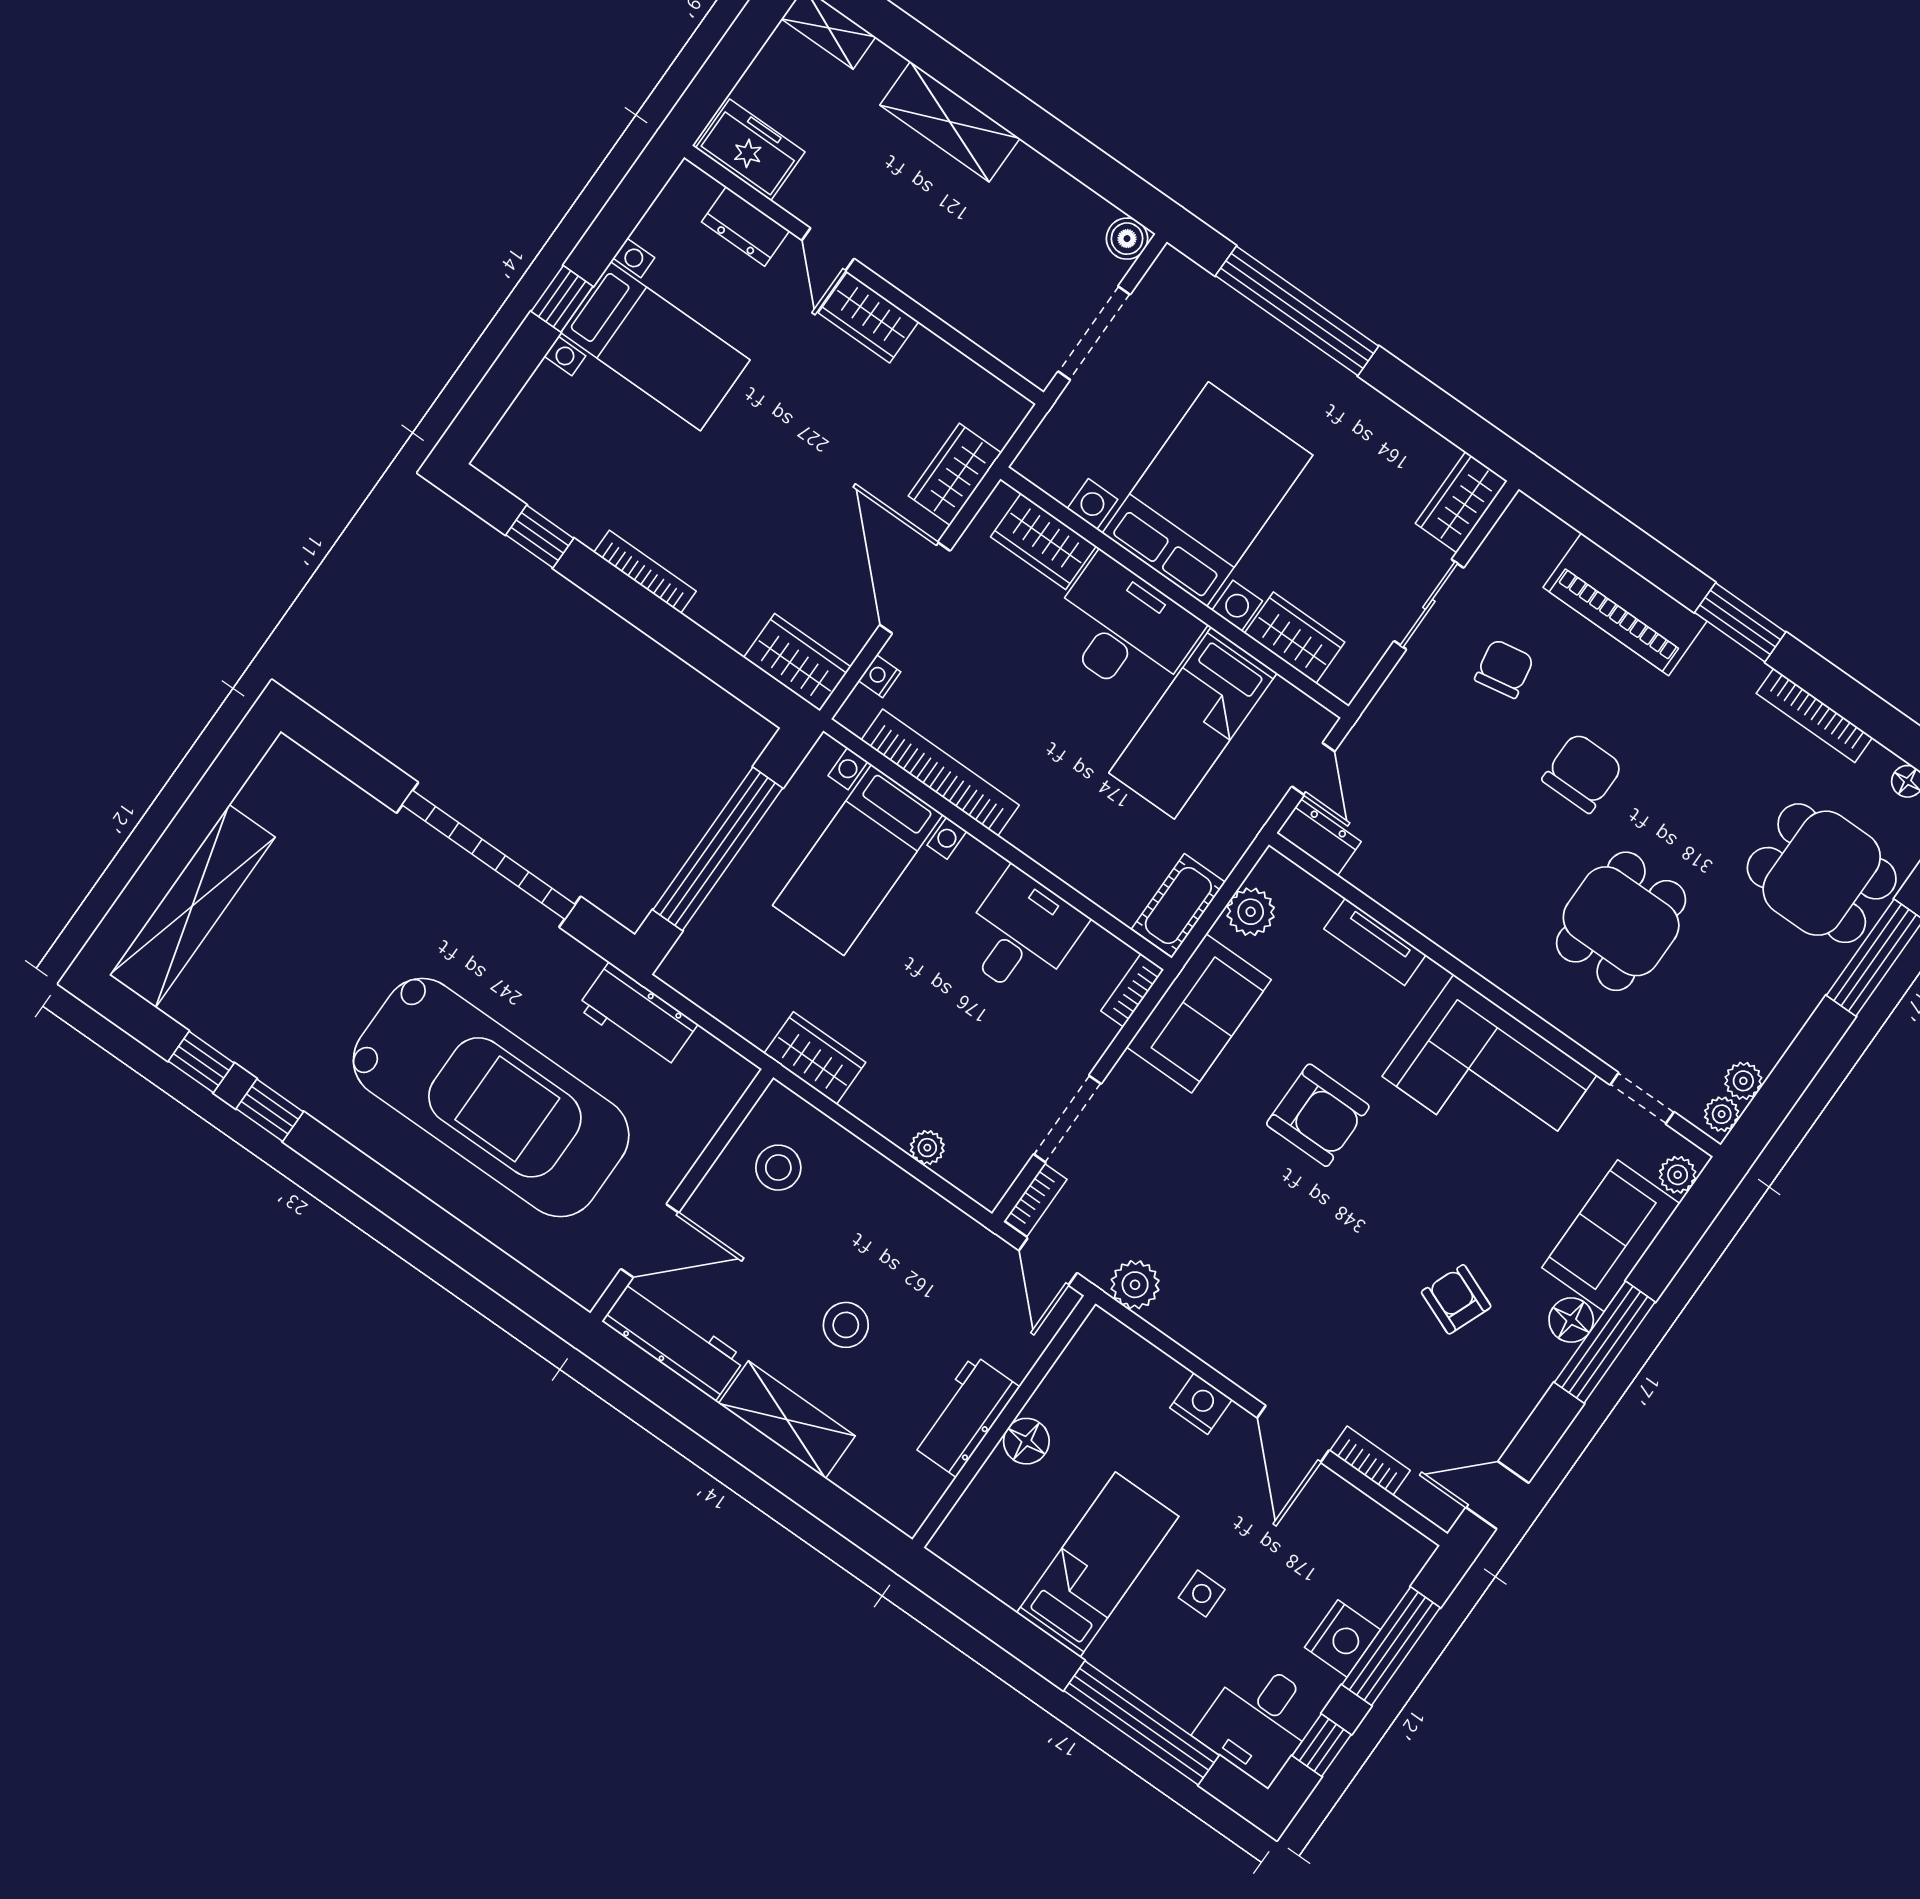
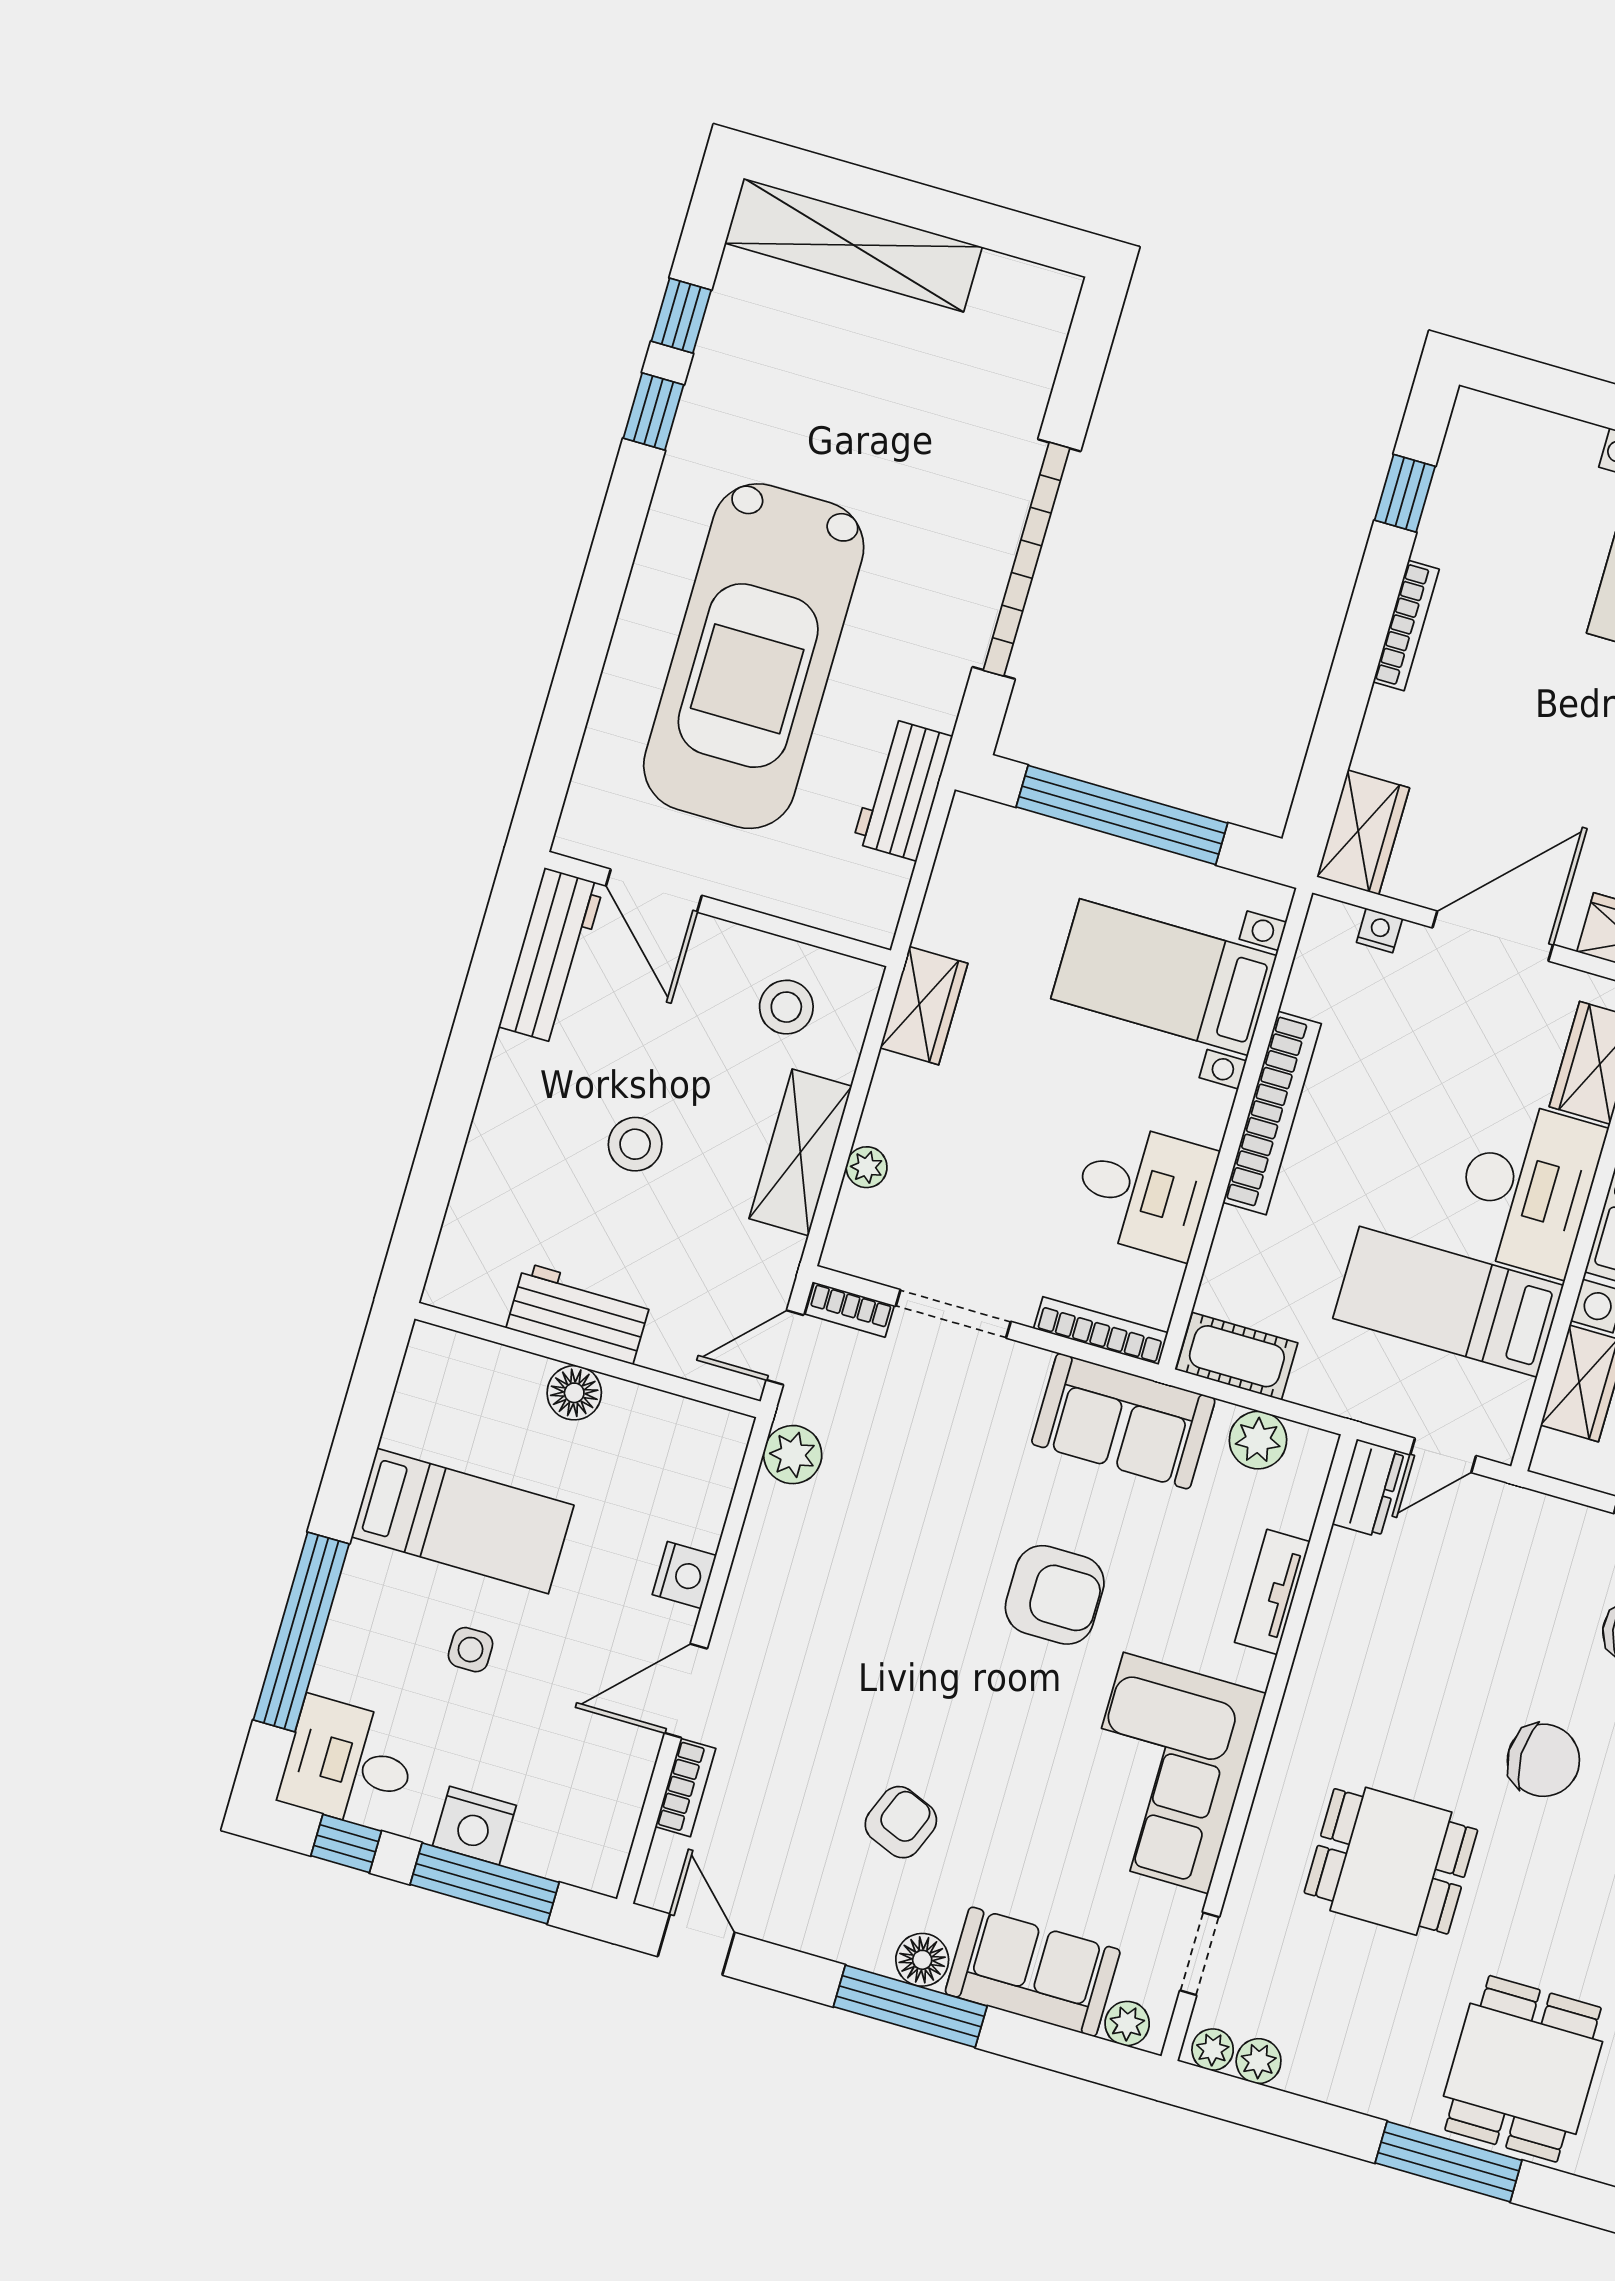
bookcase: (940, 773) -> (1272, 1113), moved
bookcase: (1132, 990) -> (1101, 1331), width x1.56
armchair: (1318, 1115) -> (1055, 1595), turned -90
shelving: (787, 1420) -> (800, 1152), moved

